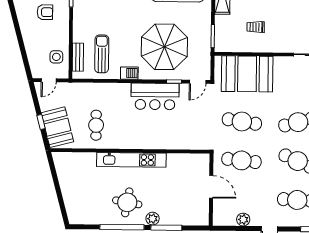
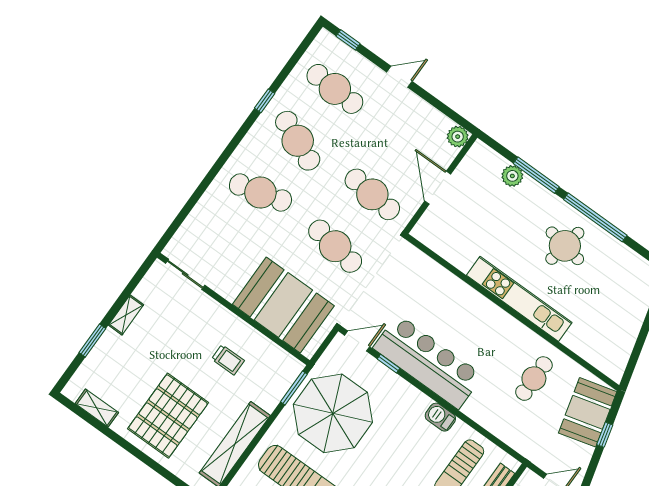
parasol: (164, 47) -> (333, 413), moved
bar counter: (155, 96) -> (428, 362), width x1.36
plant: (153, 219) -> (512, 176), moved
plant: (243, 220) -> (458, 137), moved

